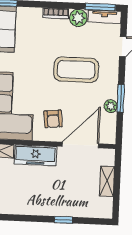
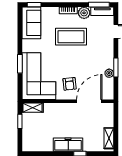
coffee table: (76, 70) -> (71, 37), moved
freezer: (36, 155) -> (68, 145), moved, turned 180
shelving: (107, 181) -> (109, 138), moved

